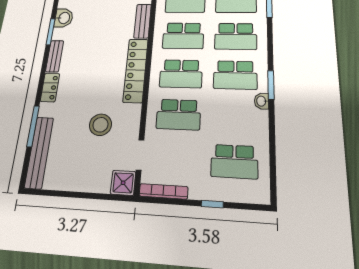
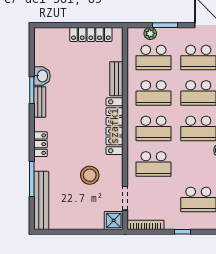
bench: (55, 56) -> (40, 102), moved

